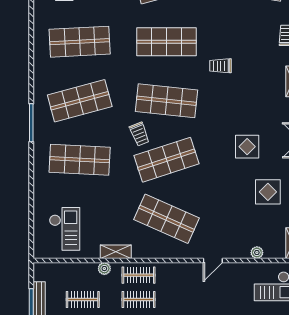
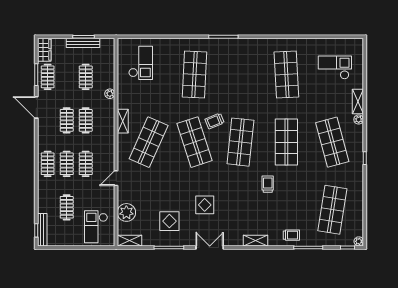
shop shelf: (80, 101) -> (240, 75), removed
checkout: (65, 229) -> (141, 63), turned -90
shelving: (116, 252) -> (123, 121), moved
plant: (257, 253) -> (126, 212), width x1.88, depth x1.88
door: (213, 260) -> (116, 178), hinge flipped
clothes rail: (139, 275) -> (86, 164), moved

